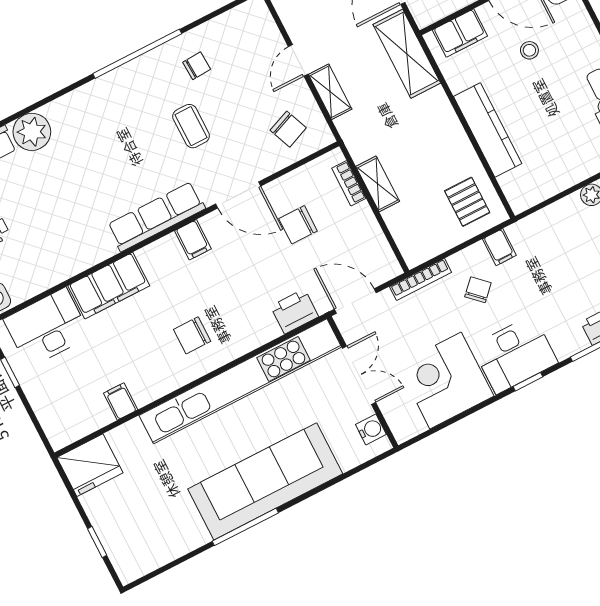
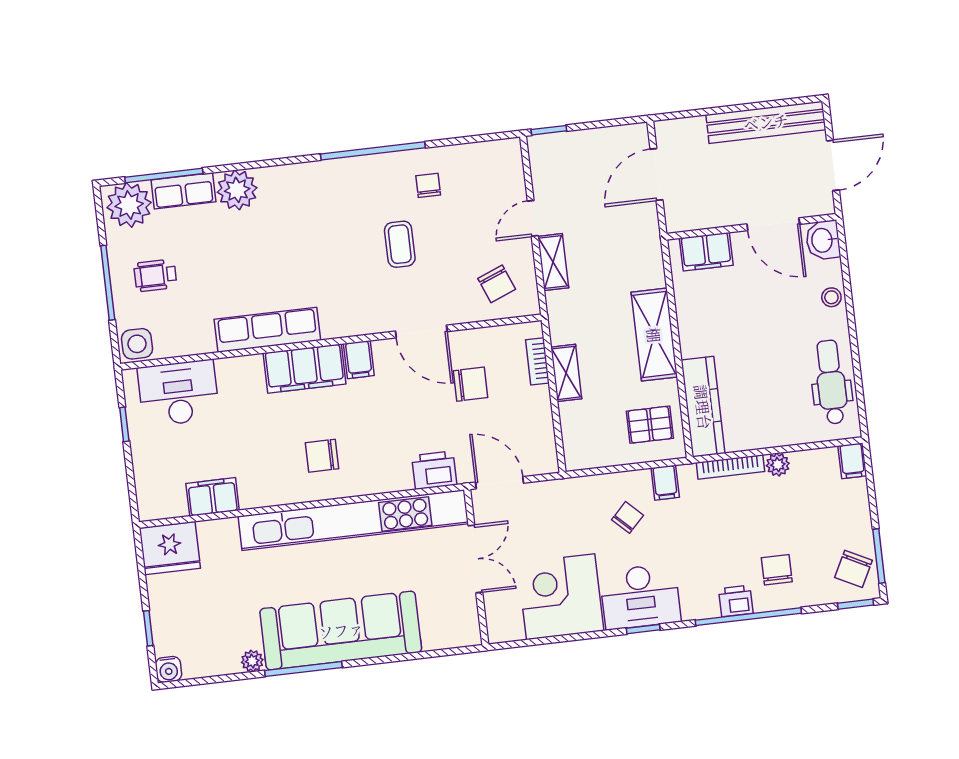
stool: (529, 50) -> (831, 297), moved
shelving: (407, 54) -> (654, 335), moved
chair: (197, 66) -> (428, 185), turned -87
kitchen counter: (488, 130) -> (703, 407), moved
pallet: (467, 202) -> (650, 425), turned 90
row of seats: (156, 217) -> (267, 330), moved
chair: (298, 225) -> (471, 384), turned 180
bookcase: (420, 279) -> (730, 467), moved
filing cabinet: (109, 286) -> (305, 368), moved
filing cabinet: (121, 401) -> (213, 497), width x2.00
water cooler: (371, 429) -> (169, 669), moved, turned 90
plant: (198, 537) -> (252, 661), added

